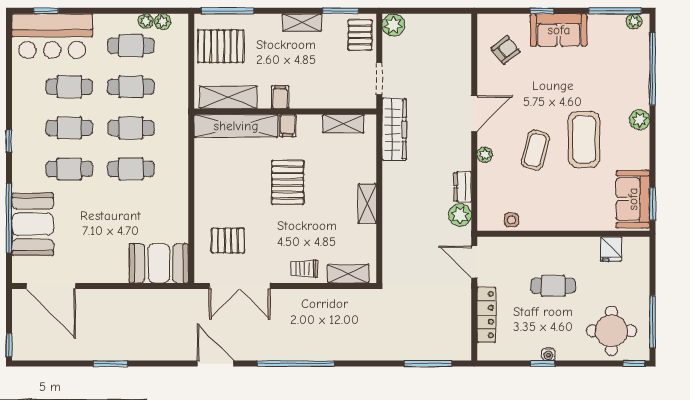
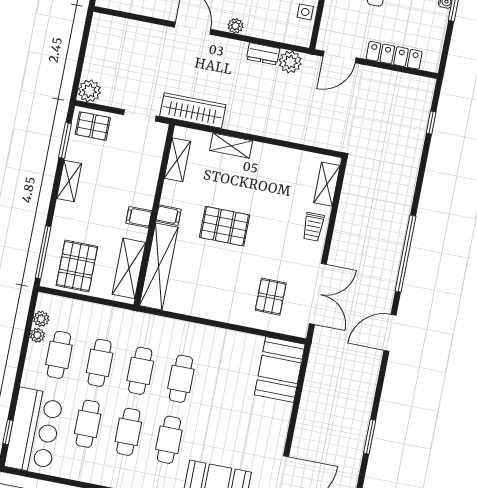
shelving: (367, 203) -> (231, 146), moved
window: (428, 364) -> (431, 123), width x0.46

